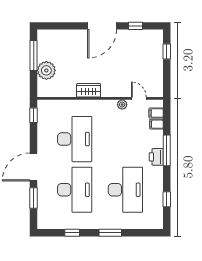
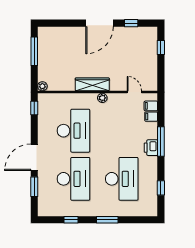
plant: (46, 70) -> (42, 86), moved, width x0.53, depth x0.53
wardrobe: (89, 90) -> (92, 84), width x1.50
plant: (122, 105) -> (102, 98), moved

